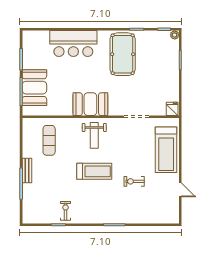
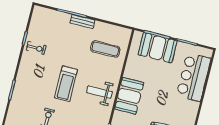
bar counter: (73, 44) -> (194, 77), moved

